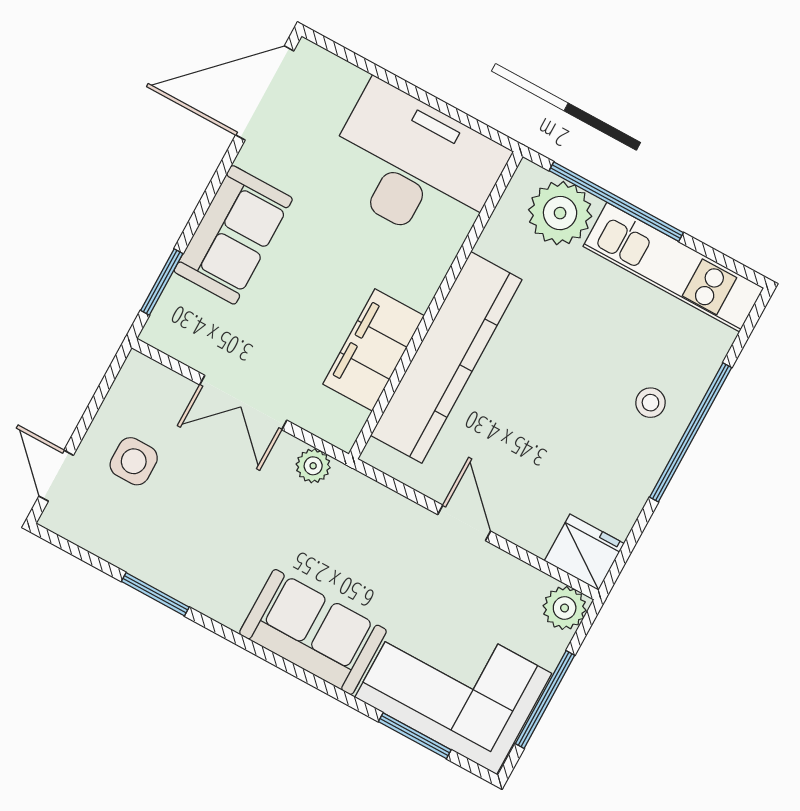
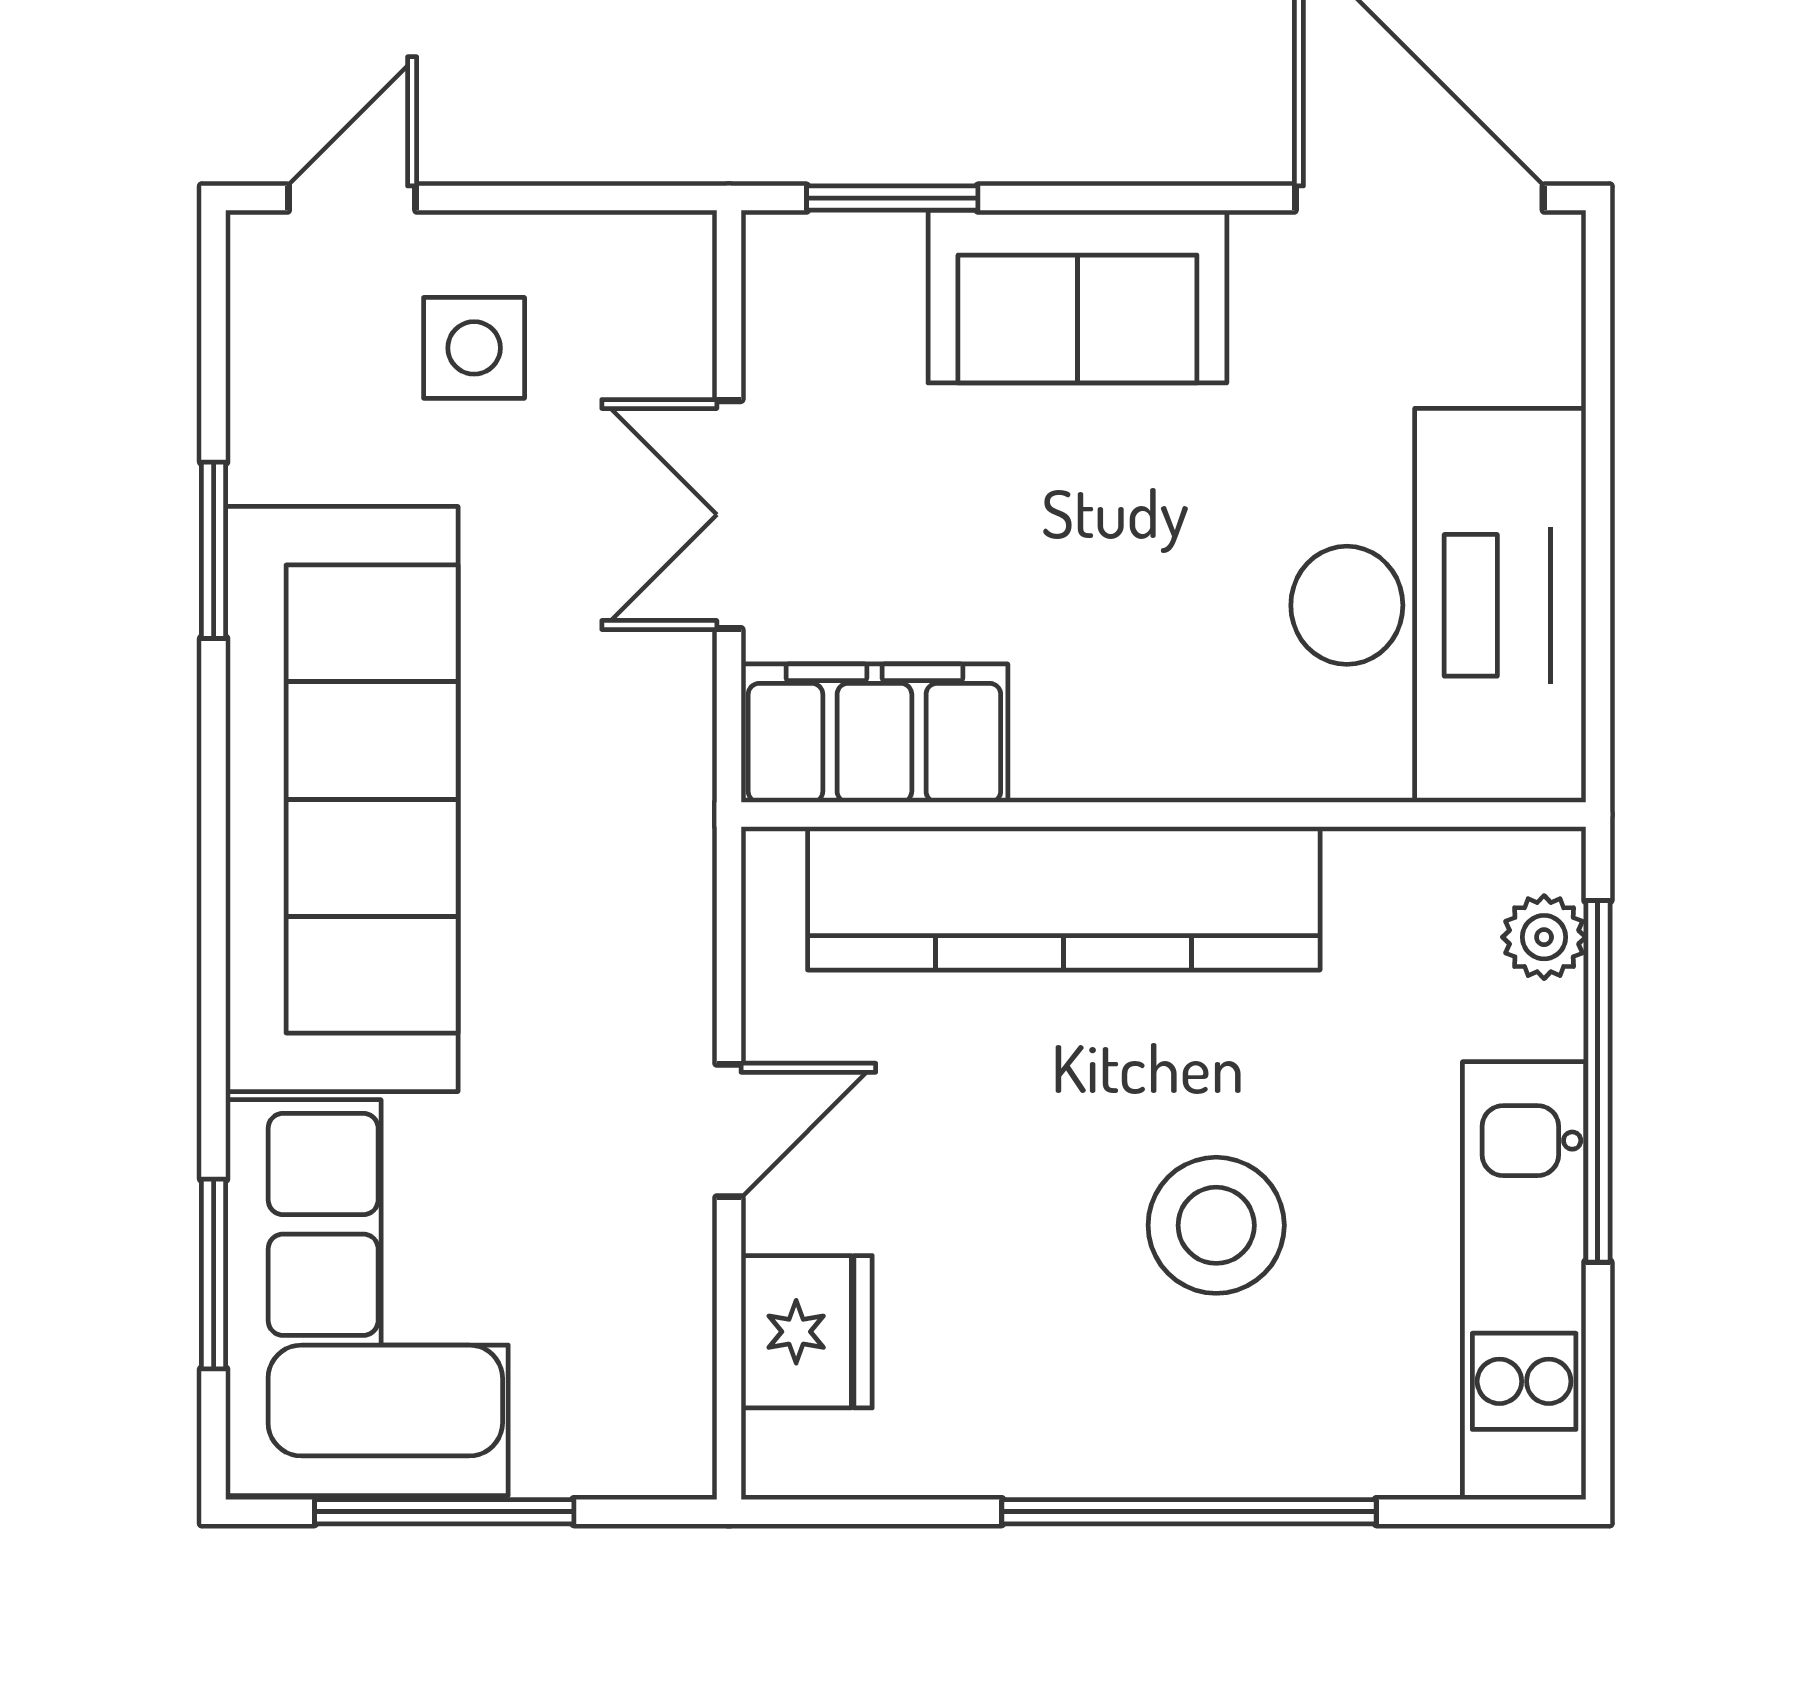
plant: (560, 213) -> (1544, 937), width x0.53, depth x0.53
filing cabinet: (374, 350) -> (874, 733), moved
stool: (650, 403) -> (1216, 1225), moved, width x1.89, depth x1.89
plant: (313, 466) -> (675, 739), removed
fridge: (584, 552) -> (807, 1332), moved
plant: (565, 608) -> (664, 1446), removed
sofa: (313, 632) -> (342, 799), width x1.85, depth x1.27

